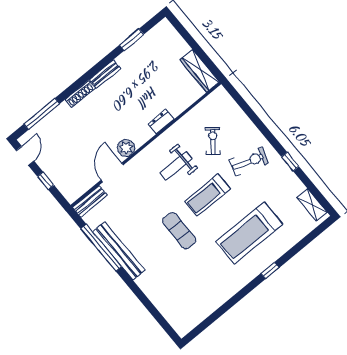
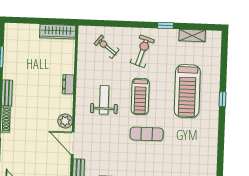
exercise bike: (213, 141) -> (107, 47), moved
weight bench: (176, 166) -> (104, 100), turned 180
shelving: (312, 205) -> (192, 35), moved

